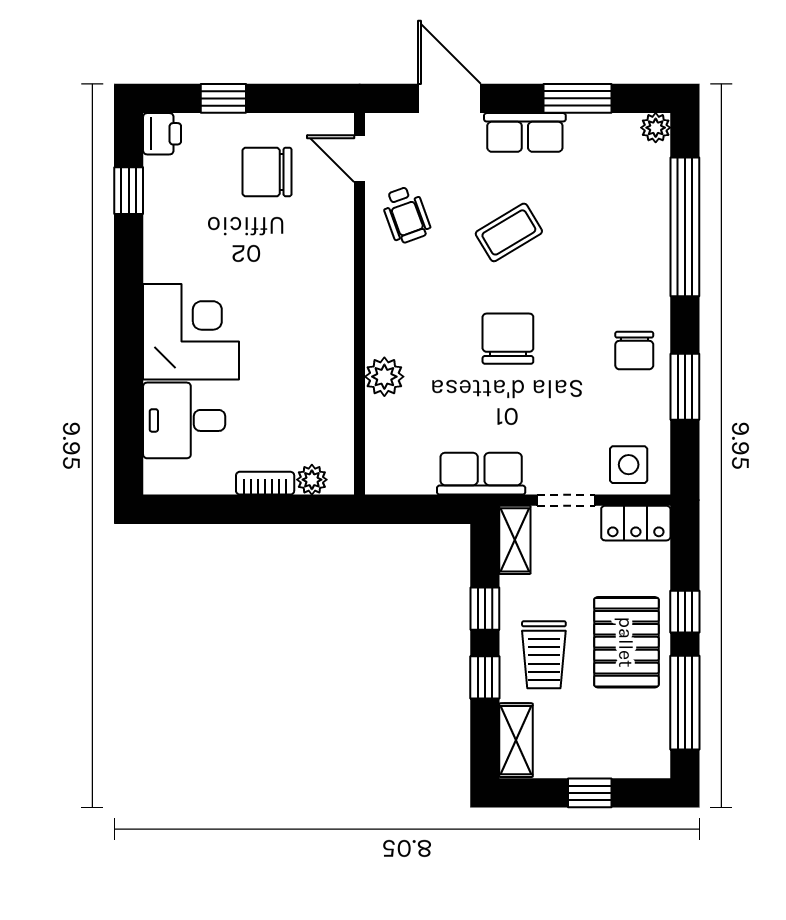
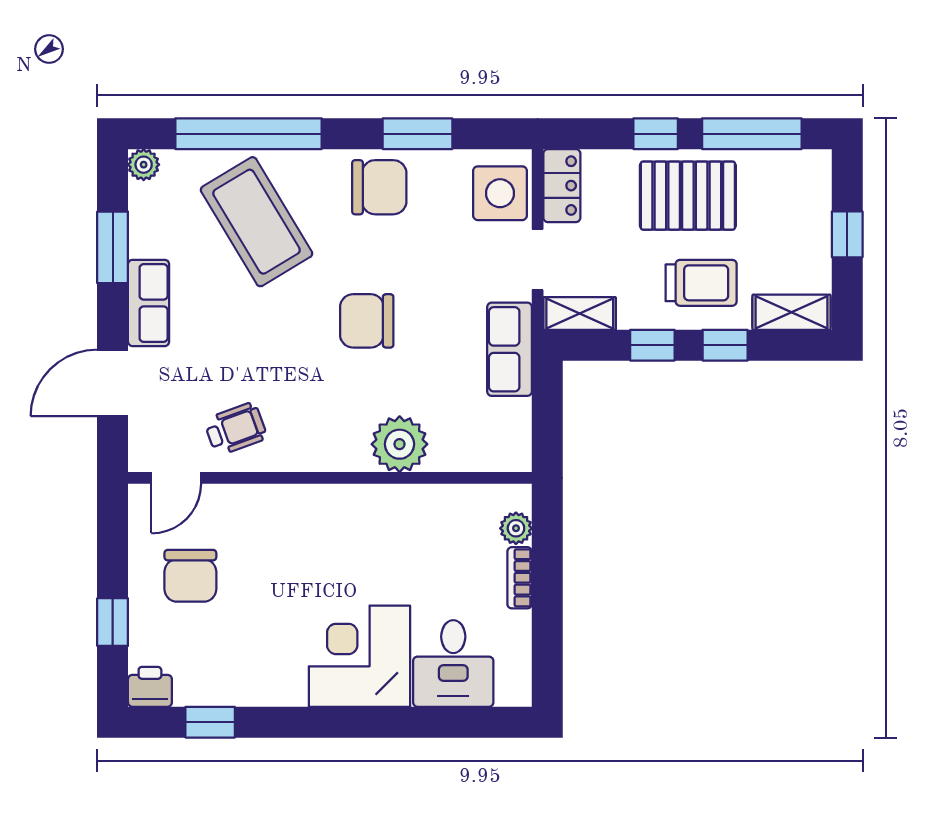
coffee table: (509, 232) -> (257, 222), moved, width x1.86, depth x1.72
chair: (634, 351) -> (379, 187), width x1.37, depth x1.37
plant: (384, 377) -> (400, 444), width x1.36, depth x1.36
side table: (629, 465) -> (500, 193), width x1.37, depth x1.37

